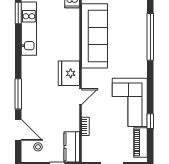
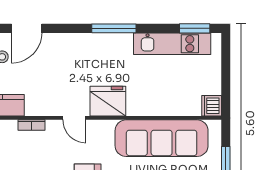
window: (18, 94) -> (114, 28), moved

